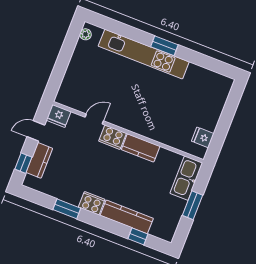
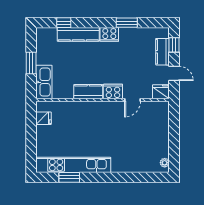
window: (164, 46) -> (69, 177), moved
kitchen unit: (144, 54) -> (73, 165), moved
door: (36, 131) -> (174, 73), hinge flipped

